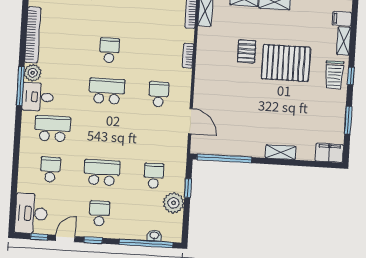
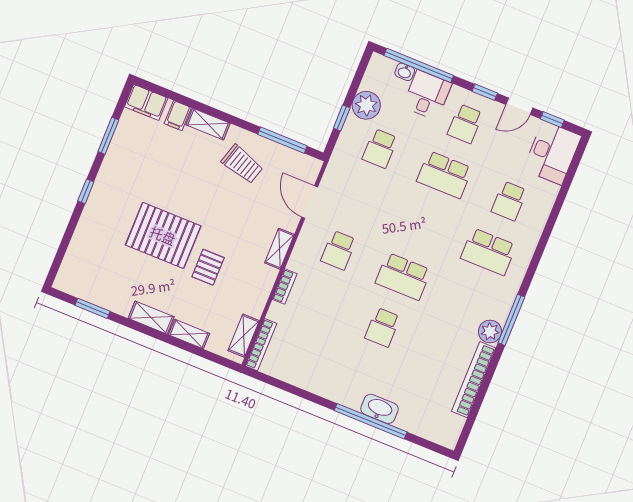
filing cabinet: (342, 19) -> (178, 116), moved, turned 90
shelving: (344, 41) -> (279, 249), moved
trolley: (334, 75) -> (242, 164), moved, turned 107
desk: (38, 97) -> (427, 95), moved, turned -90
window: (224, 158) -> (282, 140), width x0.68

